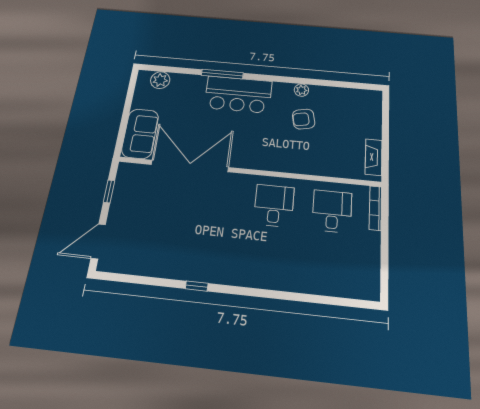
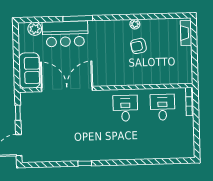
bar counter: (238, 94) -> (65, 34), moved
fireplace: (374, 157) -> (186, 33), moved

